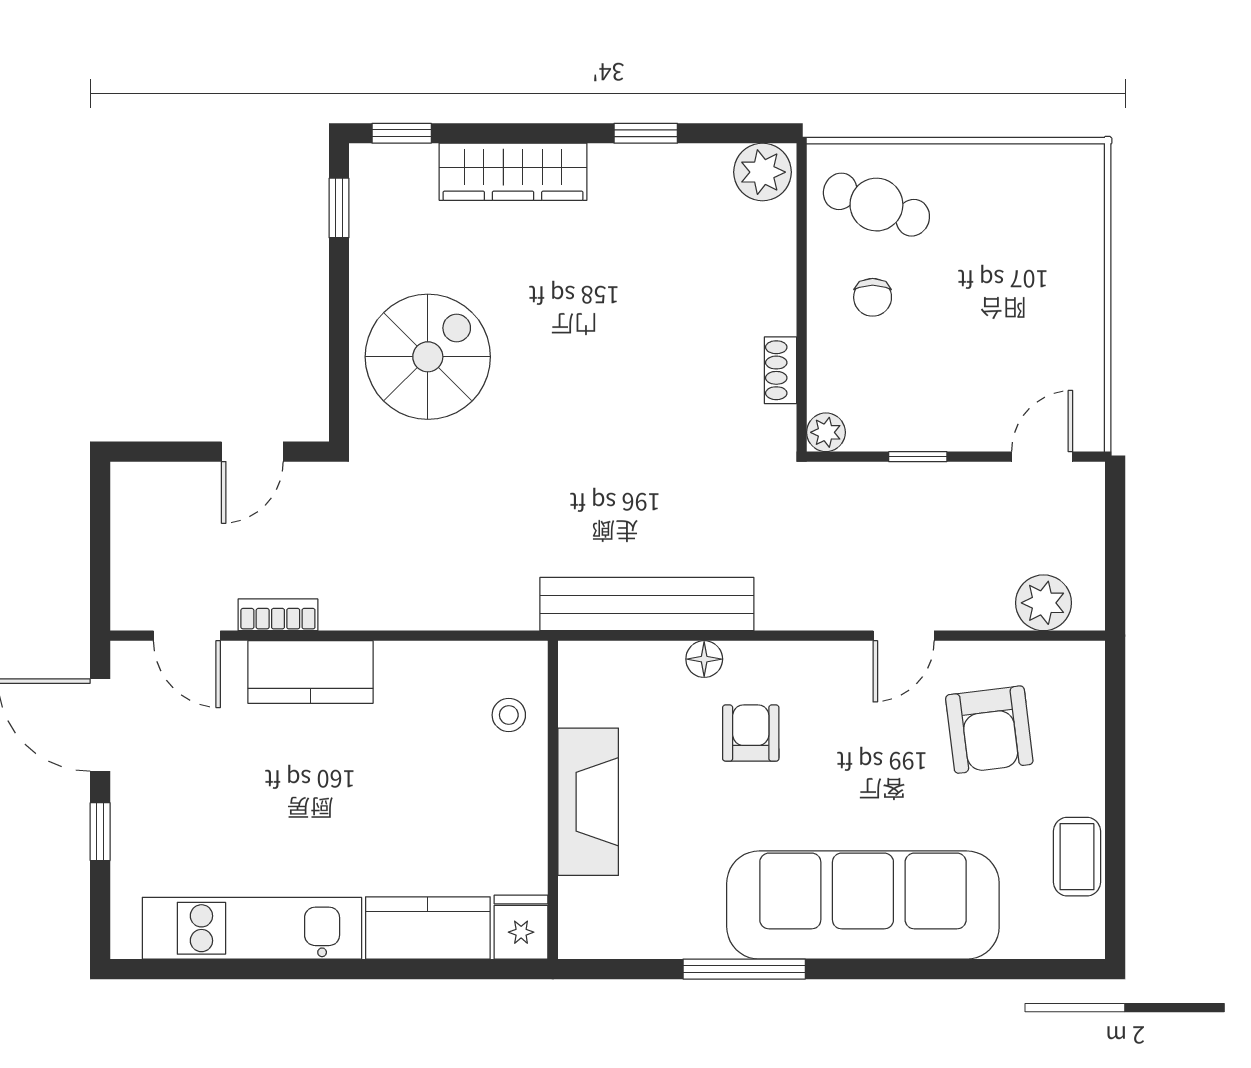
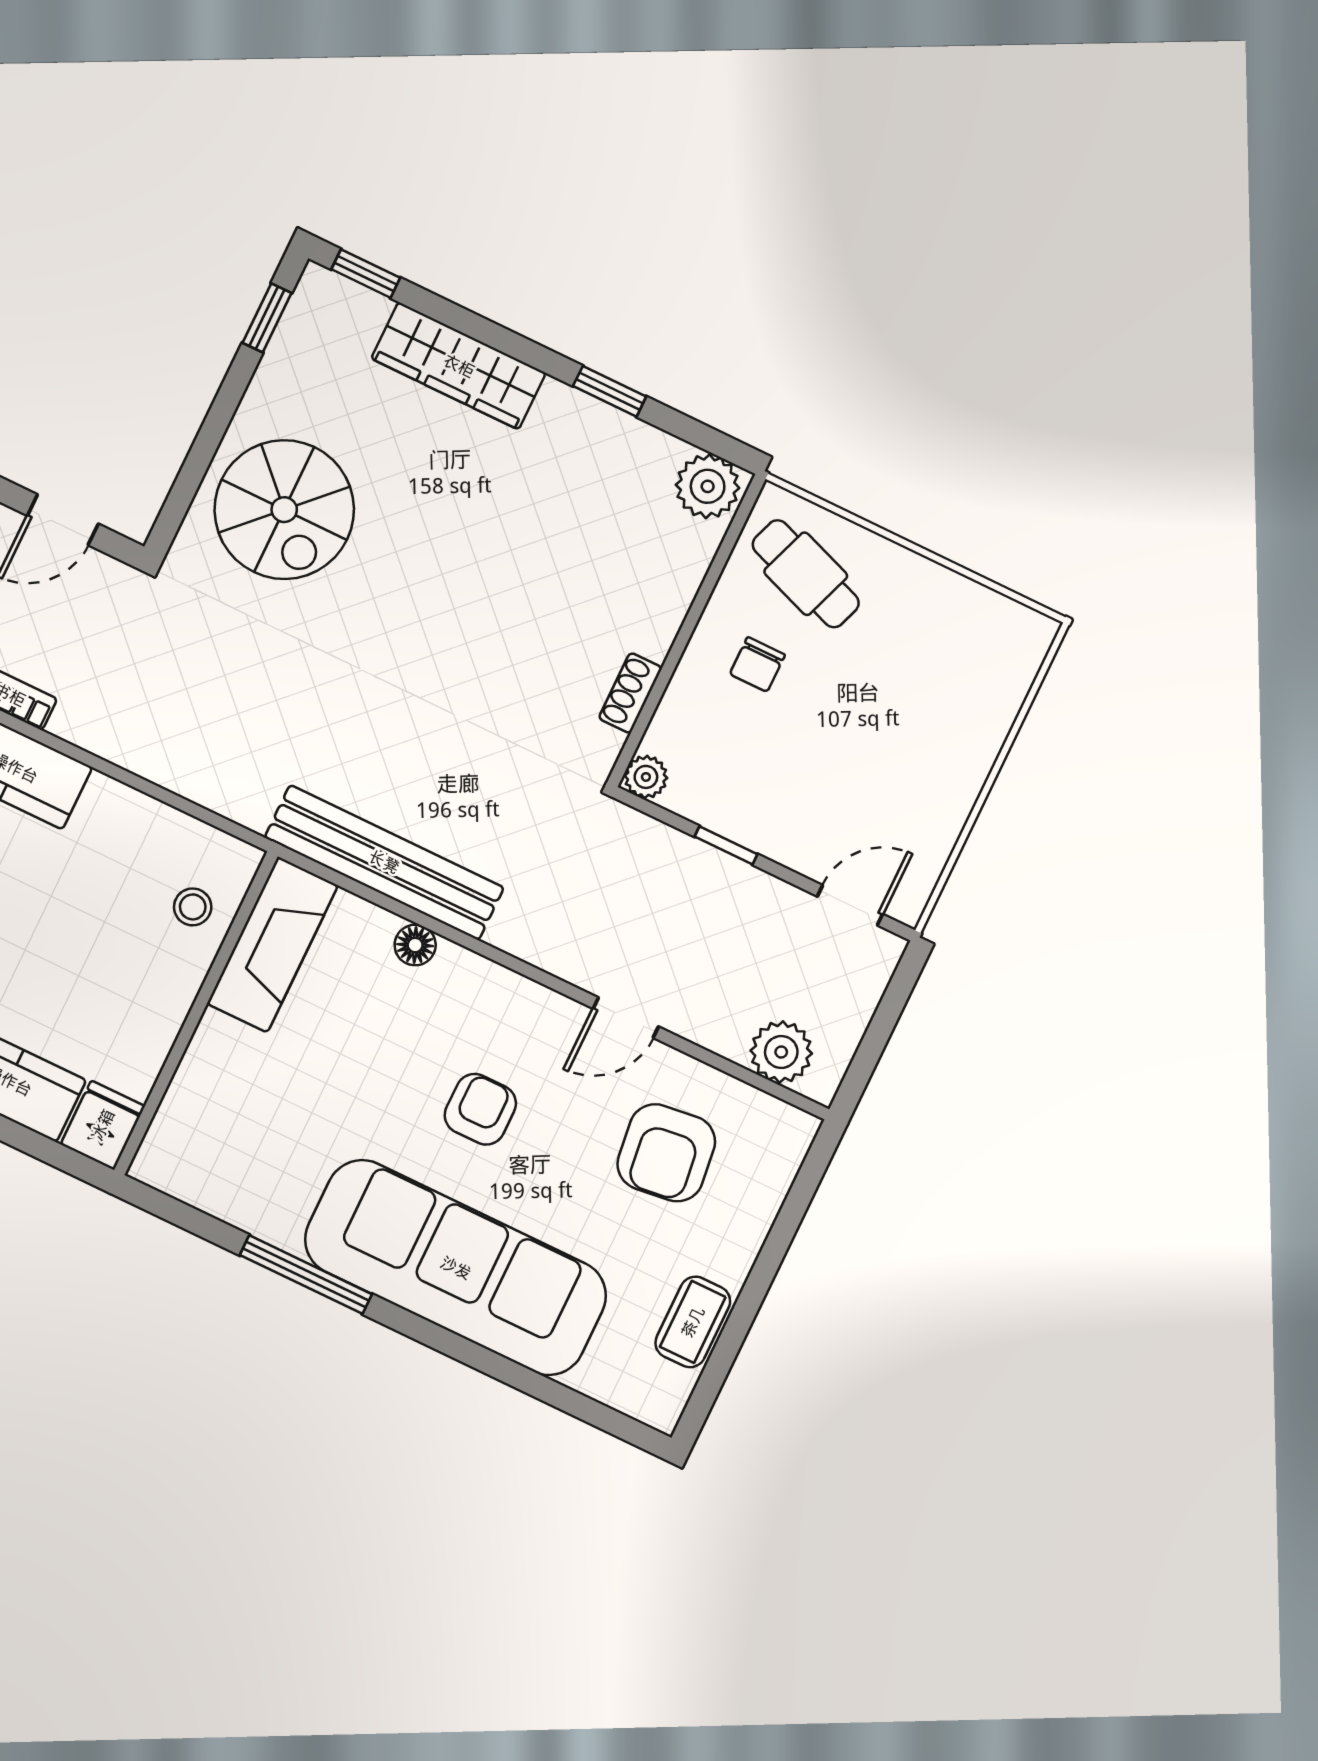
spiral stairs: (428, 357) -> (284, 510), turned 90
armchair: (751, 733) -> (480, 1109), moved
fireplace: (588, 802) -> (272, 945), moved

